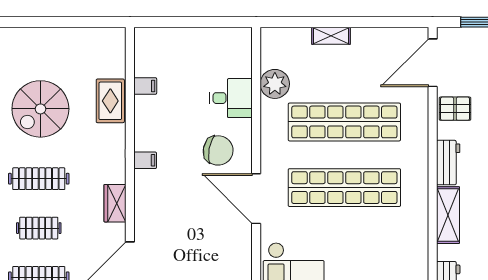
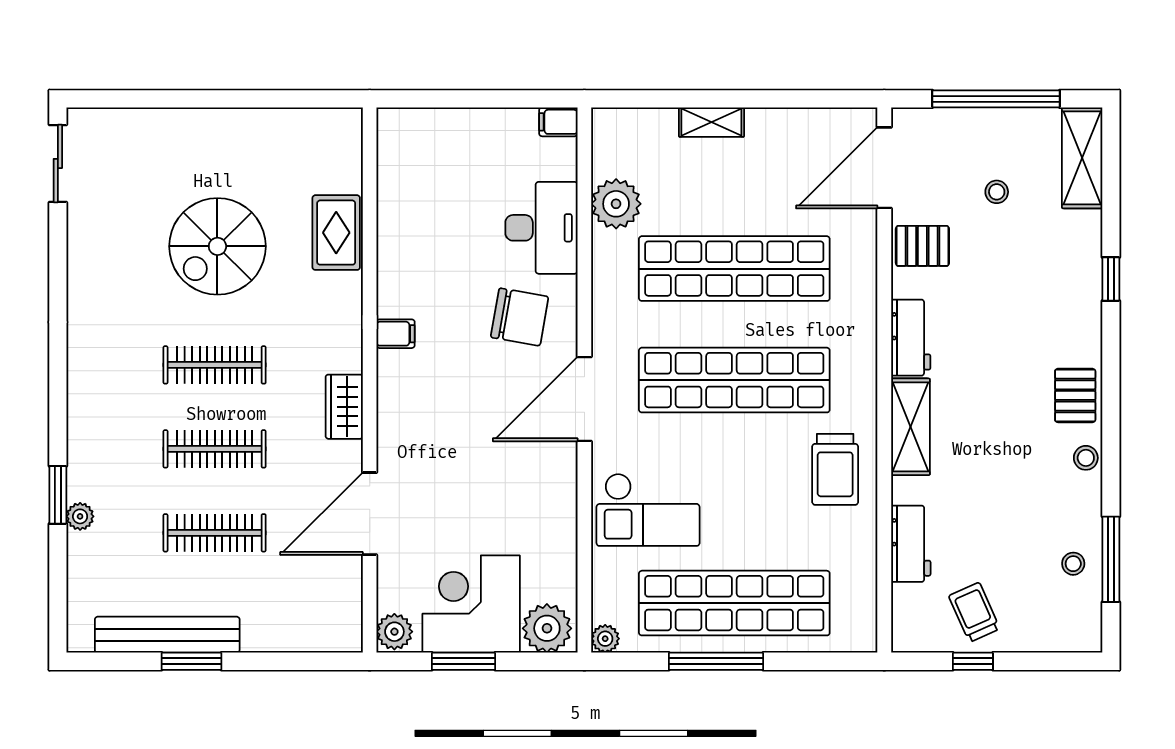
filing cabinet: (145, 86) -> (558, 122), moved, turned 180
desk: (231, 98) -> (541, 228), width x1.37
door: (256, 199) -> (584, 399), hinge flipped
clothes rail: (39, 228) -> (215, 449), width x1.36
trolley: (404, 240) -> (835, 469), added

